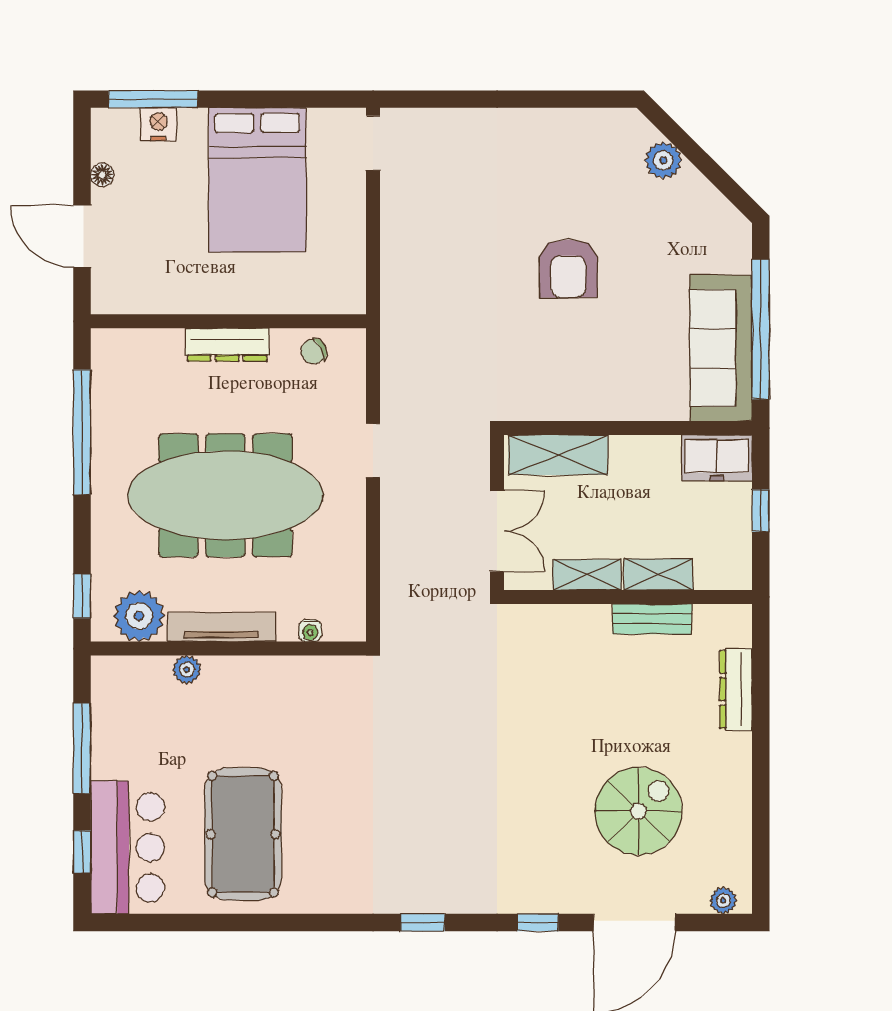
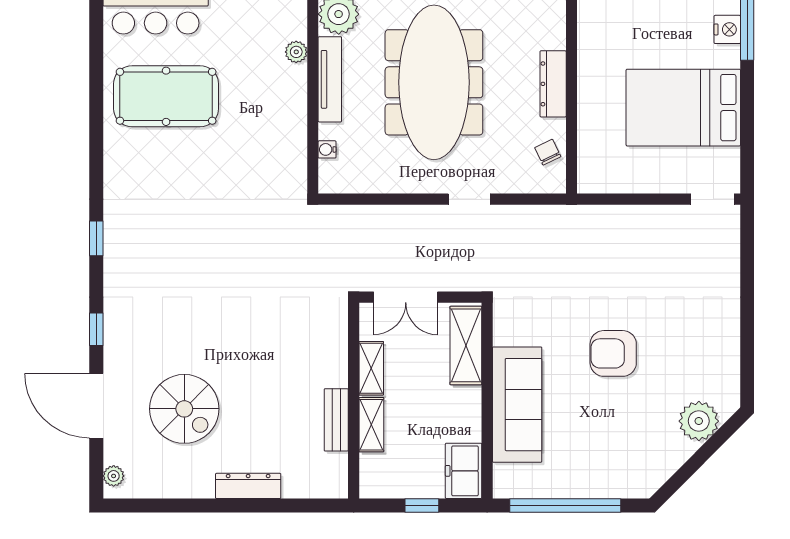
plant: (663, 160) -> (699, 421), width x1.36, depth x1.36
sofa: (721, 348) -> (517, 405), moved, turned 90
dresser: (736, 689) -> (248, 486), moved

